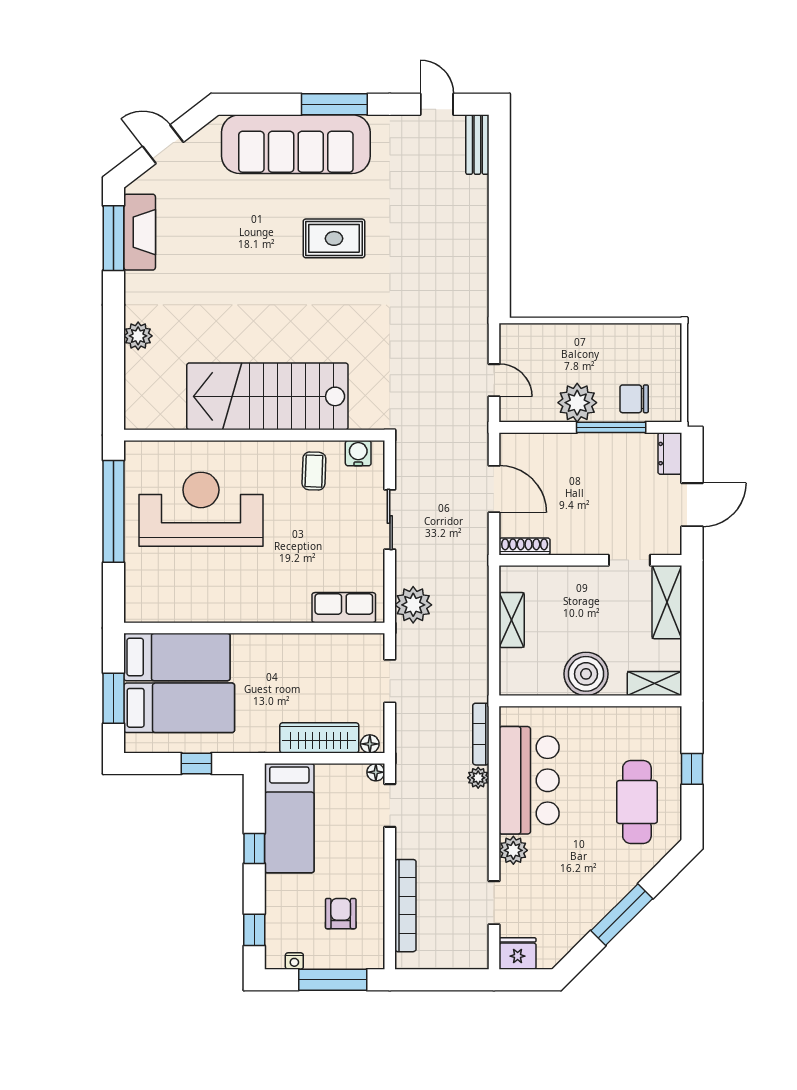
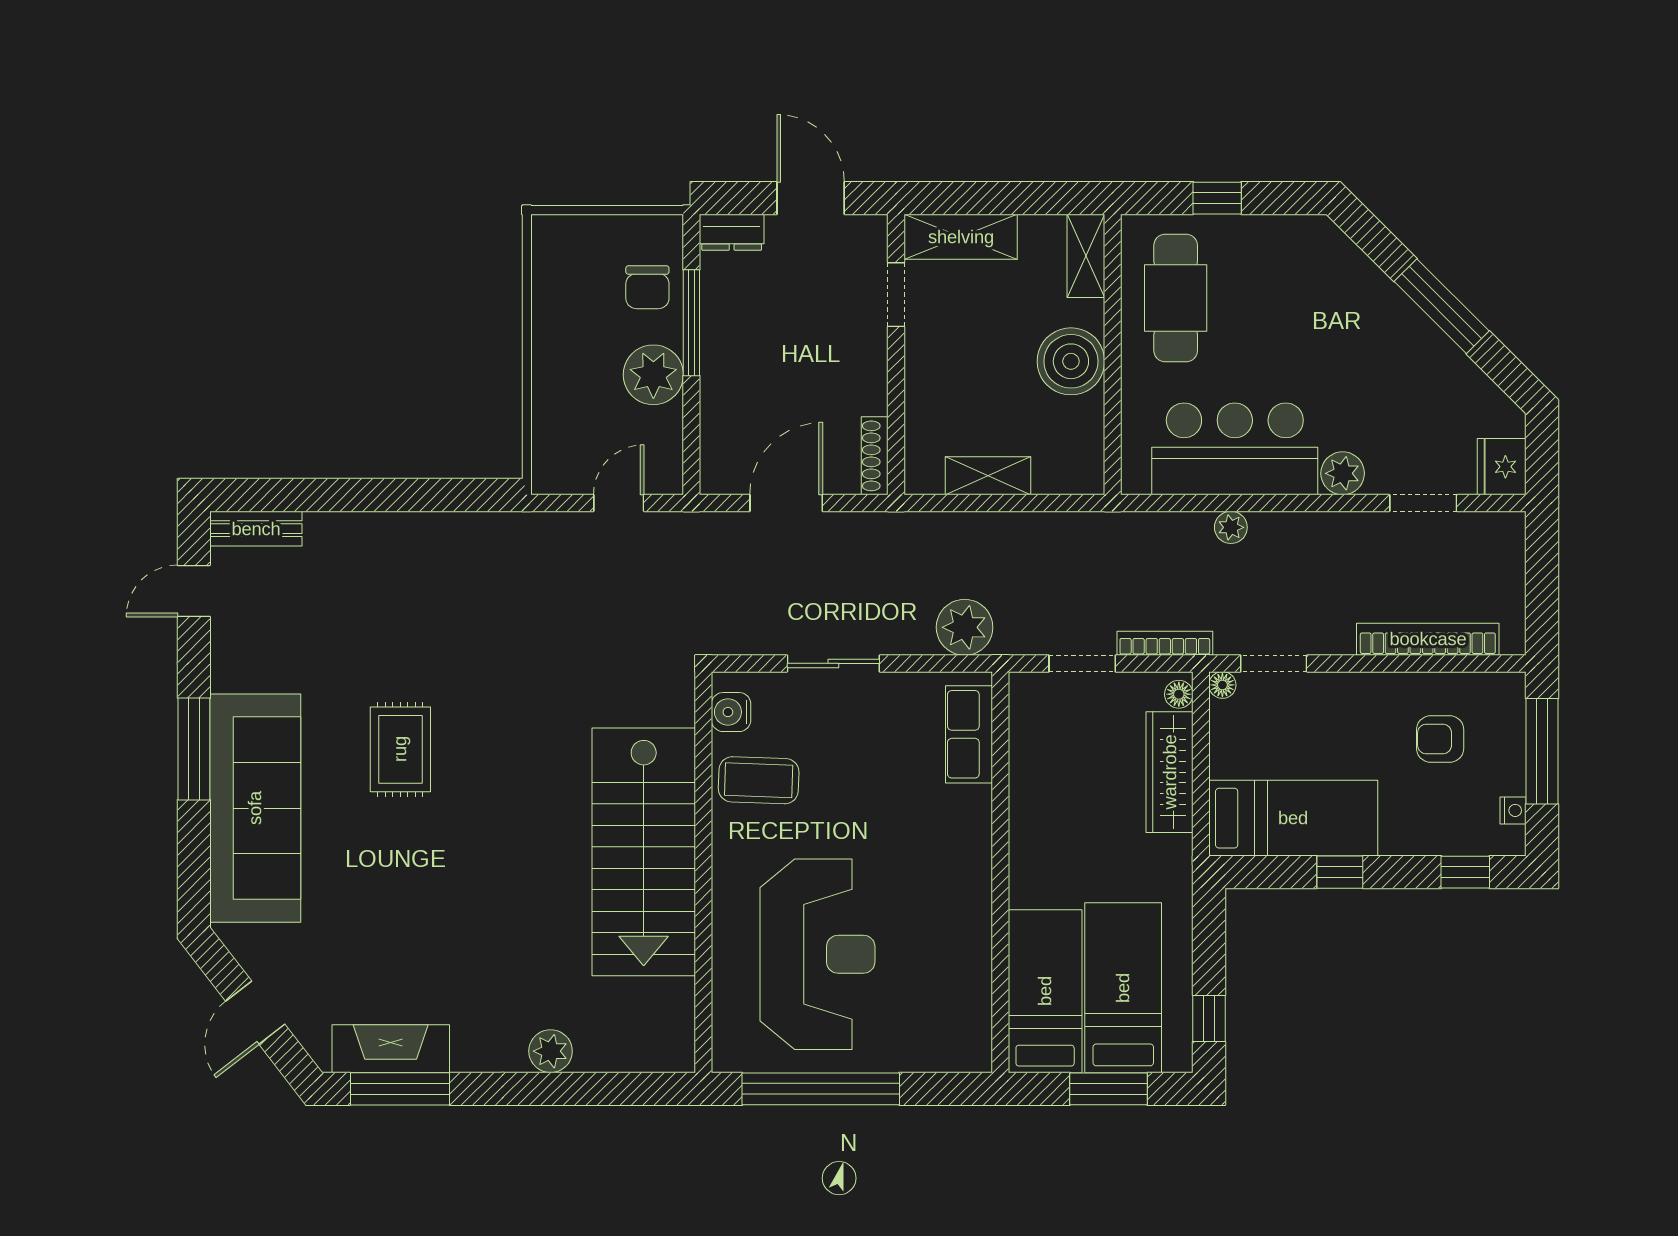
coffee table: (314, 471) -> (759, 780), width x1.36, depth x1.30
reception desk: (201, 509) -> (817, 954), turned 180
bookcase: (481, 734) -> (1165, 643), moved, turned 180
window: (196, 763) -> (1209, 1018), moved
cafe table: (637, 802) -> (1176, 298), moved, turned 90

